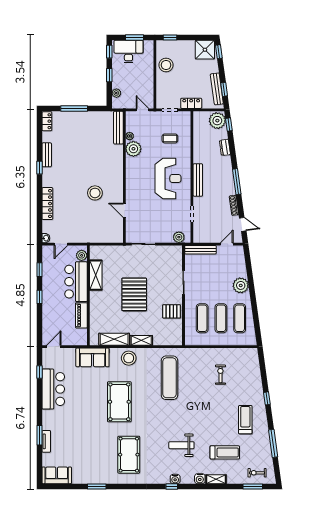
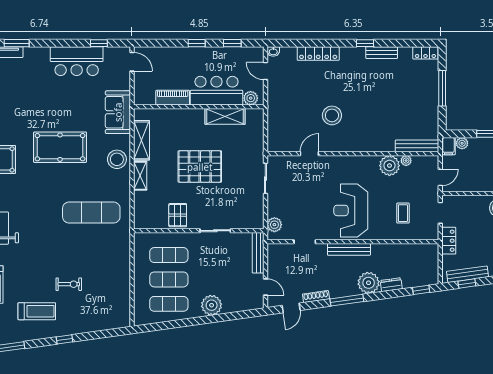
filing cabinet: (119, 103) -> (448, 146), added
plant: (217, 121) -> (369, 283), moved
reception desk: (168, 179) -> (351, 210), turned 90
exercise bike: (220, 375) -> (69, 284), moved

